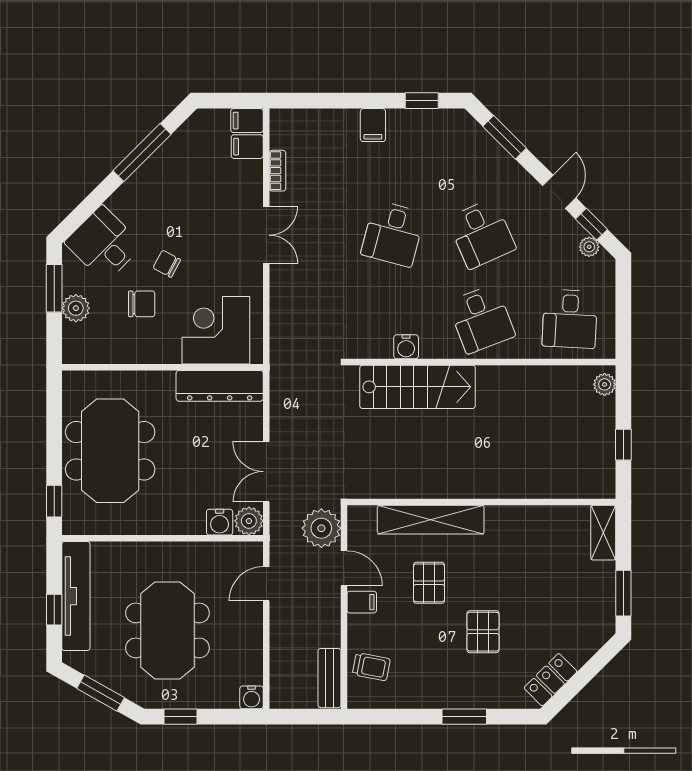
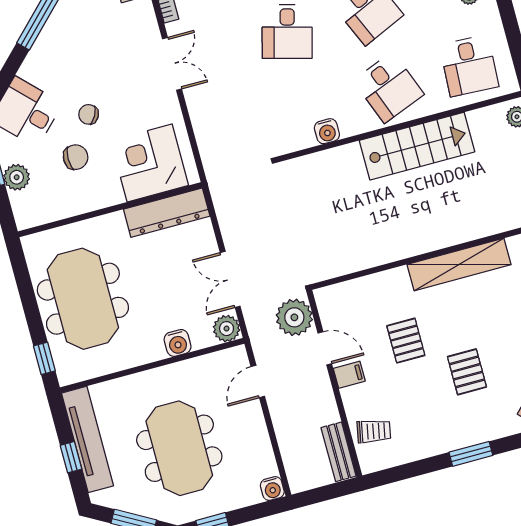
stairs: (418, 387) -> (417, 146), moved
shelving: (431, 520) -> (459, 265), moved
water cooler: (220, 522) -> (178, 343), moved

